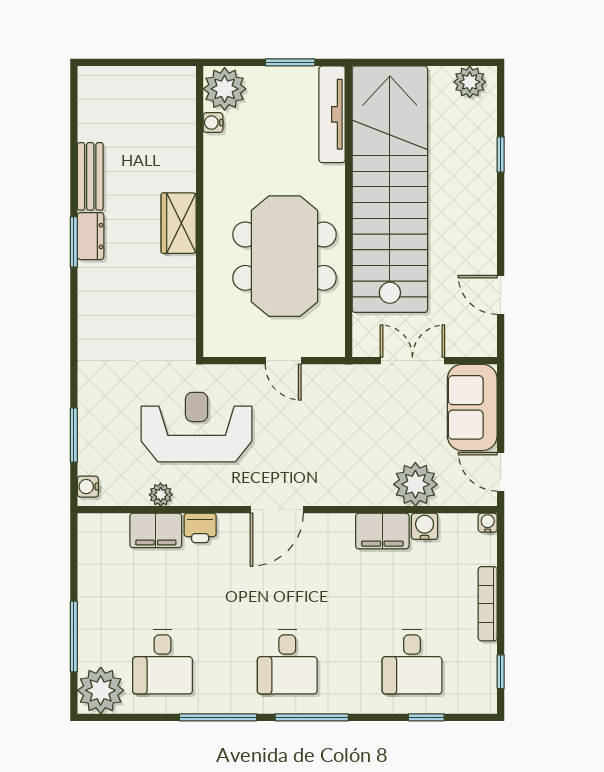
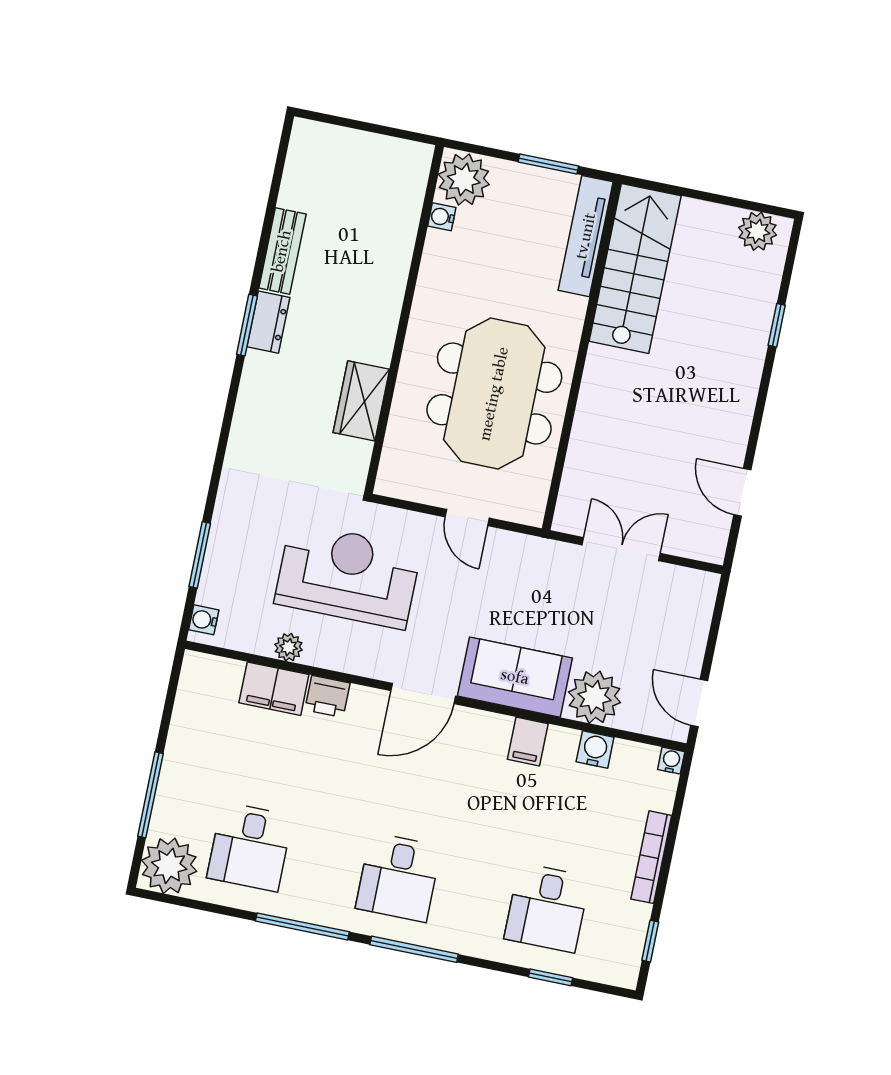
stairs: (390, 189) -> (635, 268), width x0.54, depth x0.66
wardrobe: (179, 223) -> (361, 401), moved
sofa: (472, 407) -> (515, 677), moved, turned 90
filing cabinet: (382, 531) -> (528, 742), width x0.50

